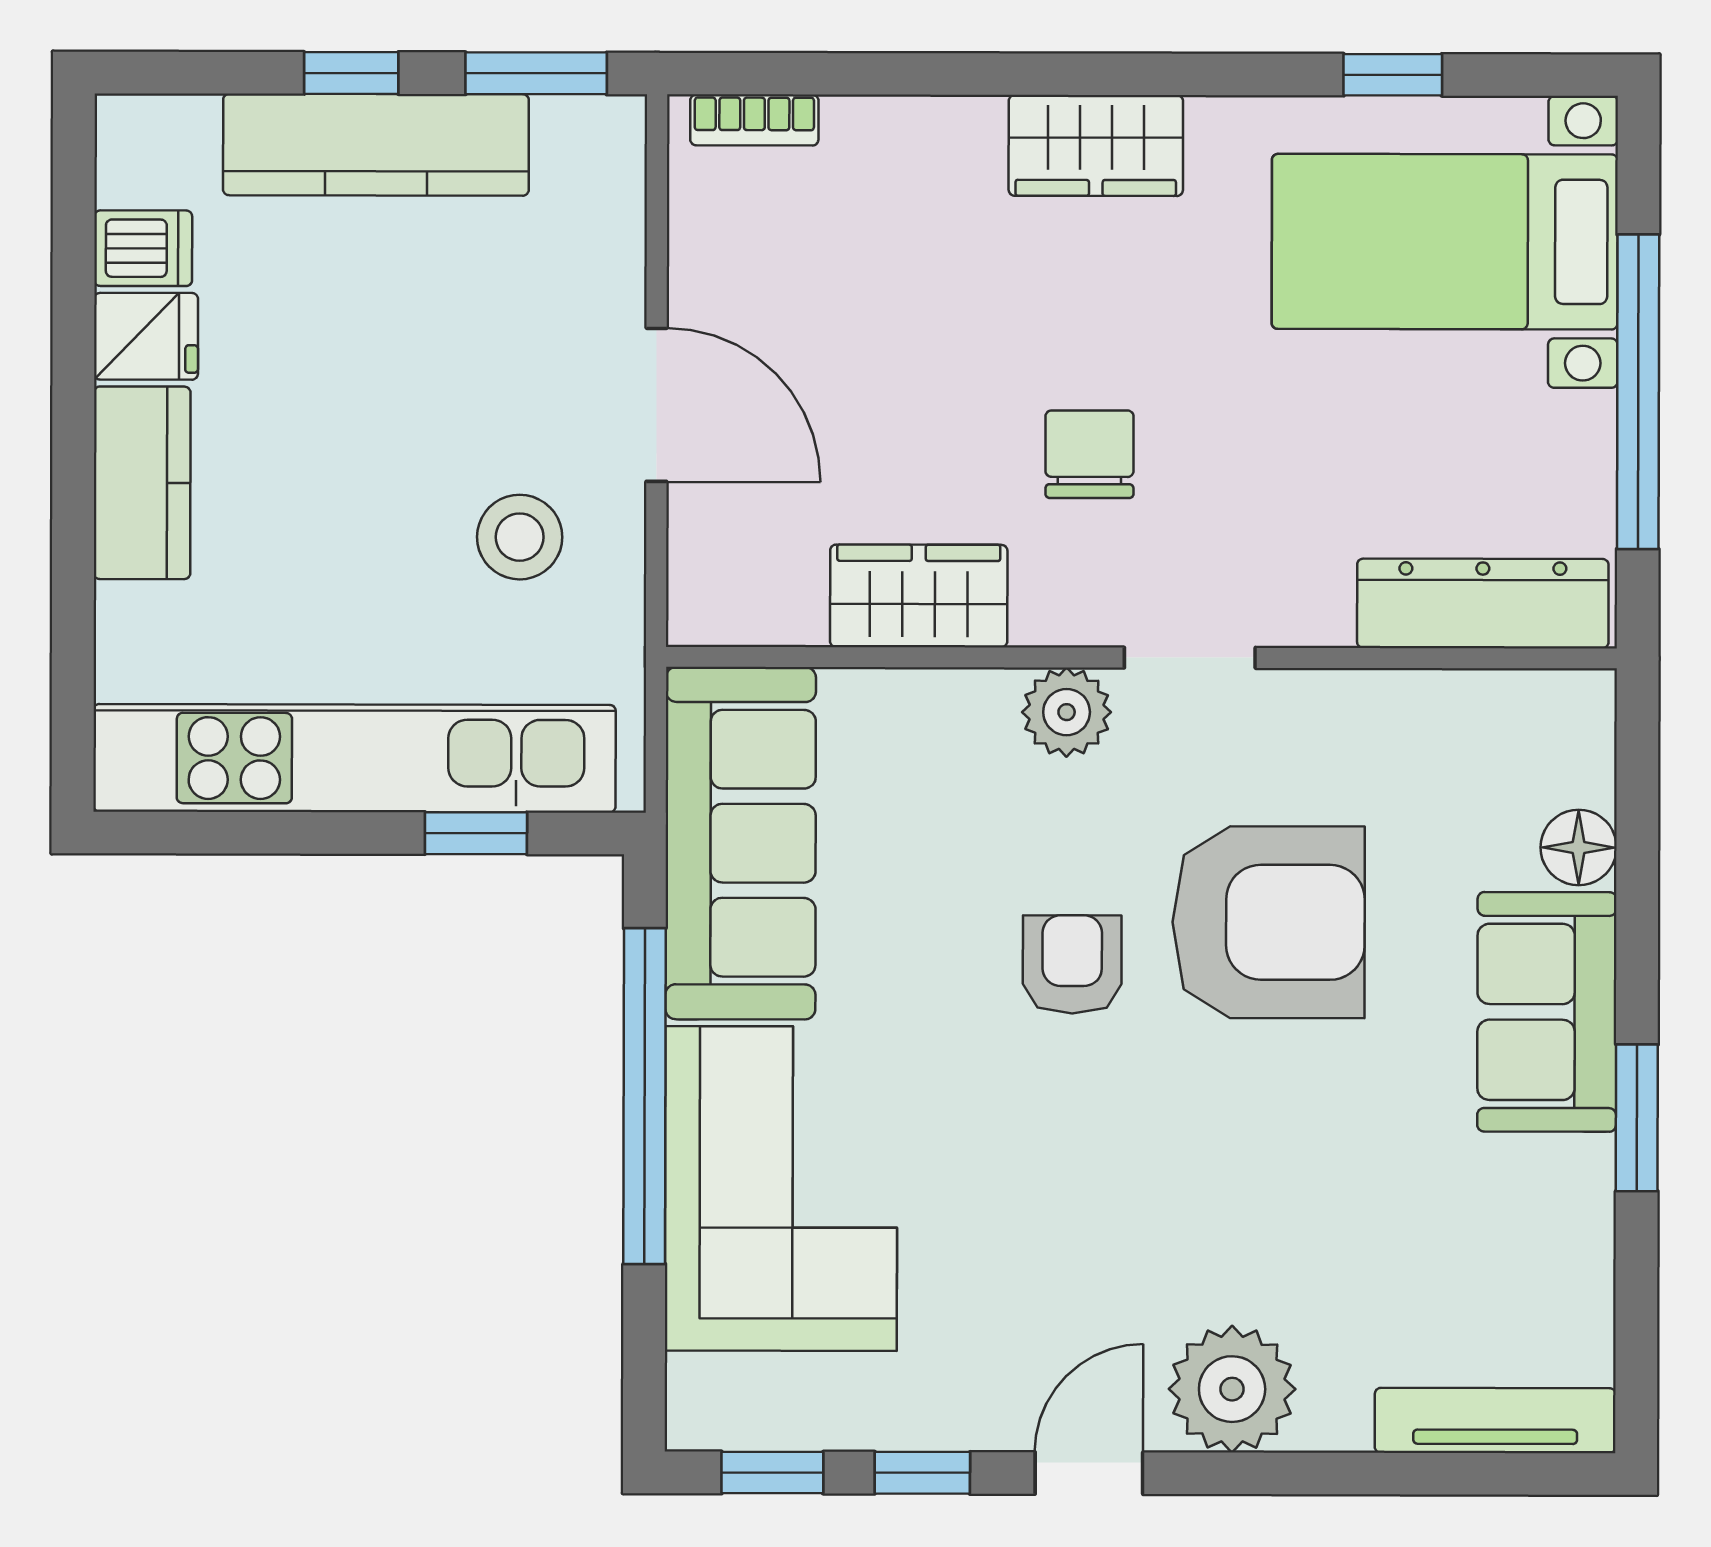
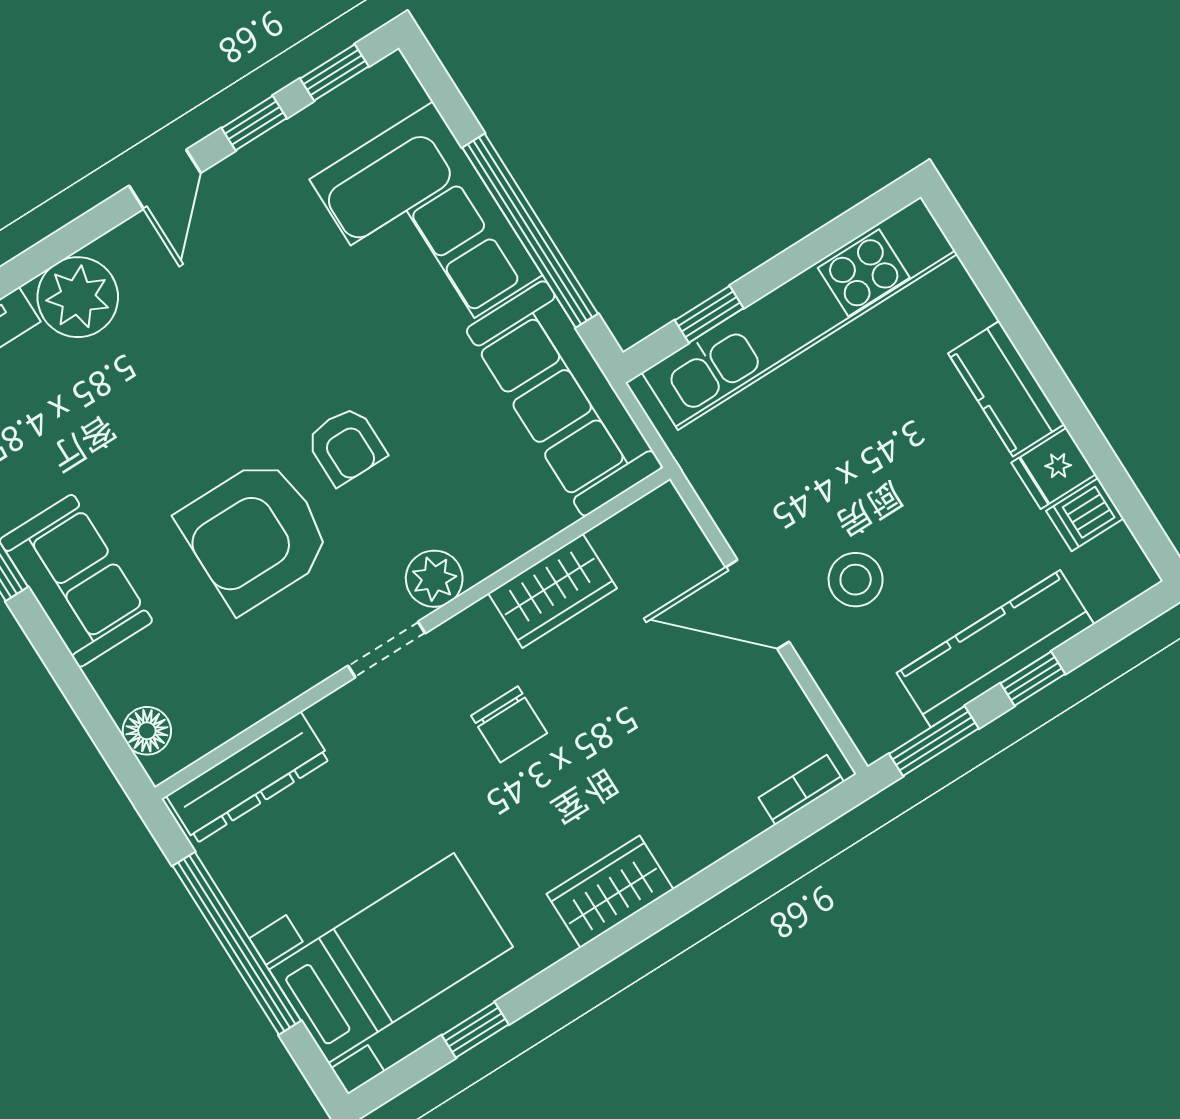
stool: (520, 537) -> (856, 580), moved
floor lamp: (1579, 847) -> (147, 731), moved
plant: (1232, 1389) -> (78, 297), moved

